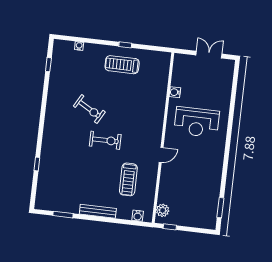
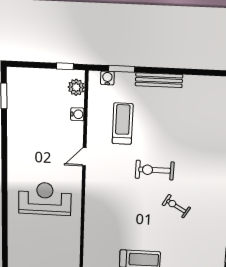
water cooler: (175, 92) -> (77, 114), moved
exercise bike: (89, 109) -> (176, 206), width x0.73, depth x0.72
window: (63, 215) -> (122, 69), moved

